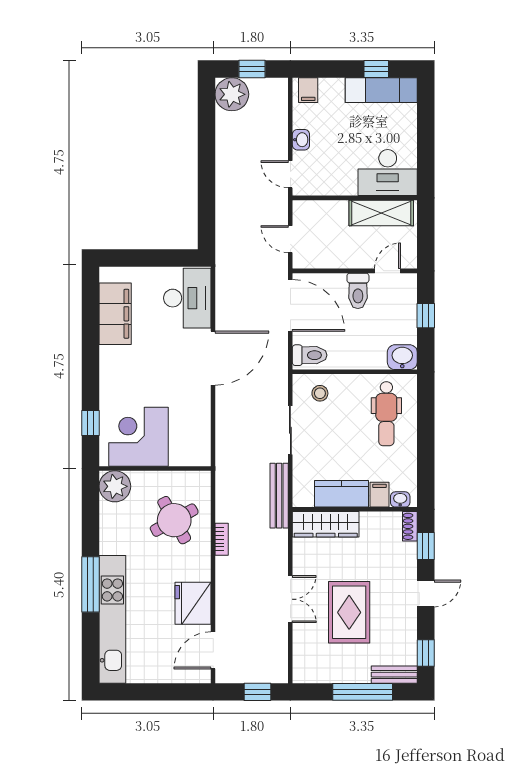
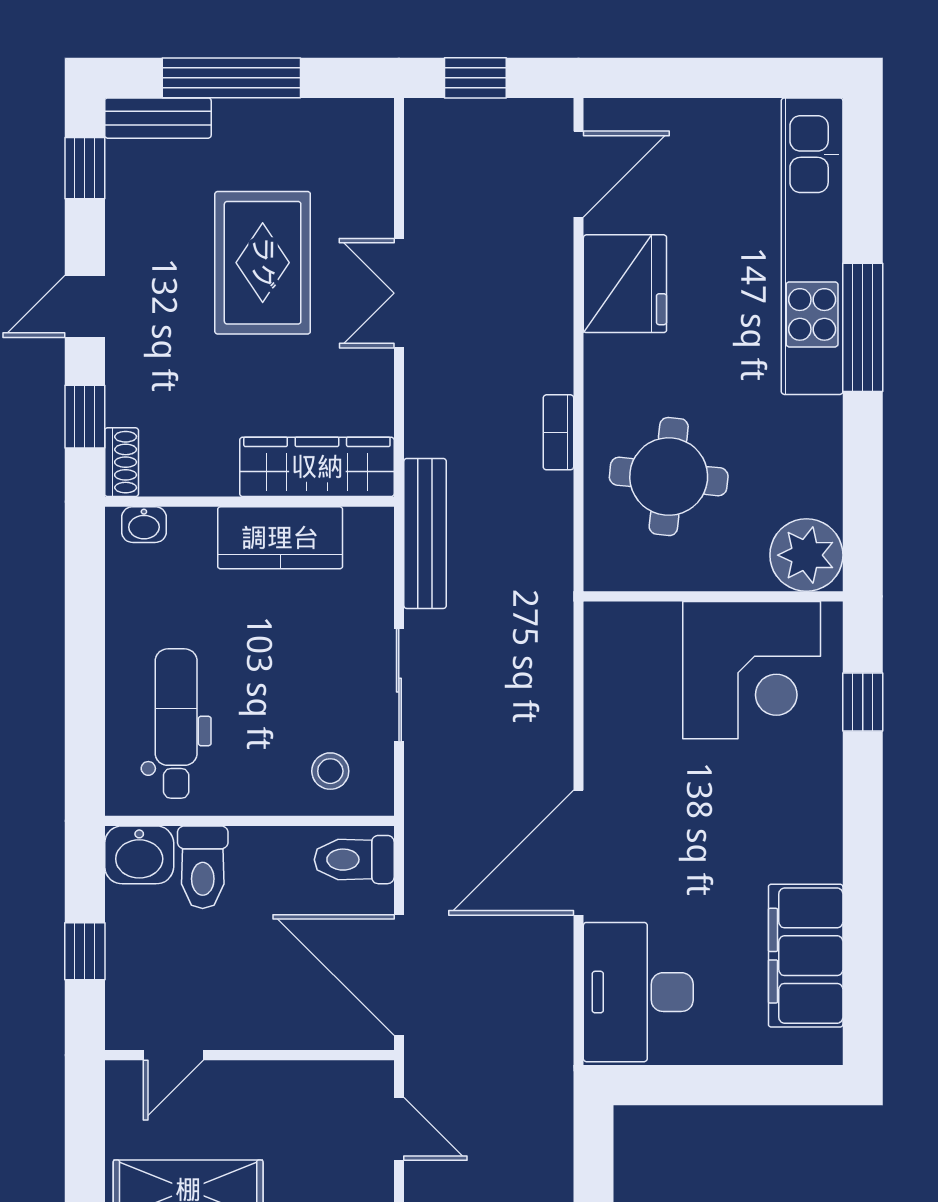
toilet: (358, 291) -> (203, 867), moved, turned 180
filing cabinet: (380, 495) -> (192, 536), removed
round table: (174, 520) -> (669, 477), turned 35

